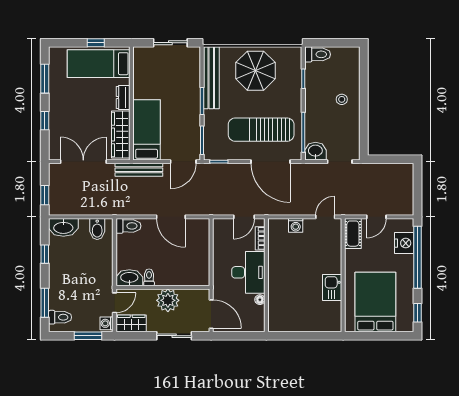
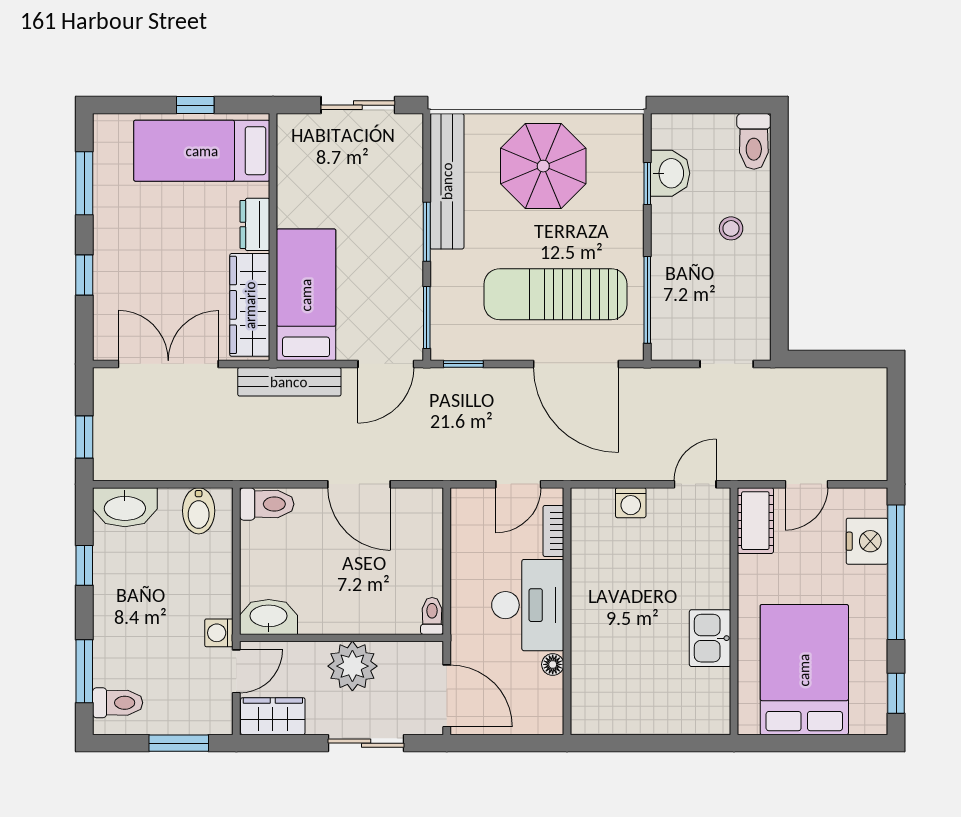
toilet: (318, 54) -> (754, 141), moved, turned 90
washbasin: (315, 151) -> (670, 173), moved, turned 90
toilet: (149, 277) -> (432, 616), moved
washing machine: (107, 323) -> (219, 633), moved

